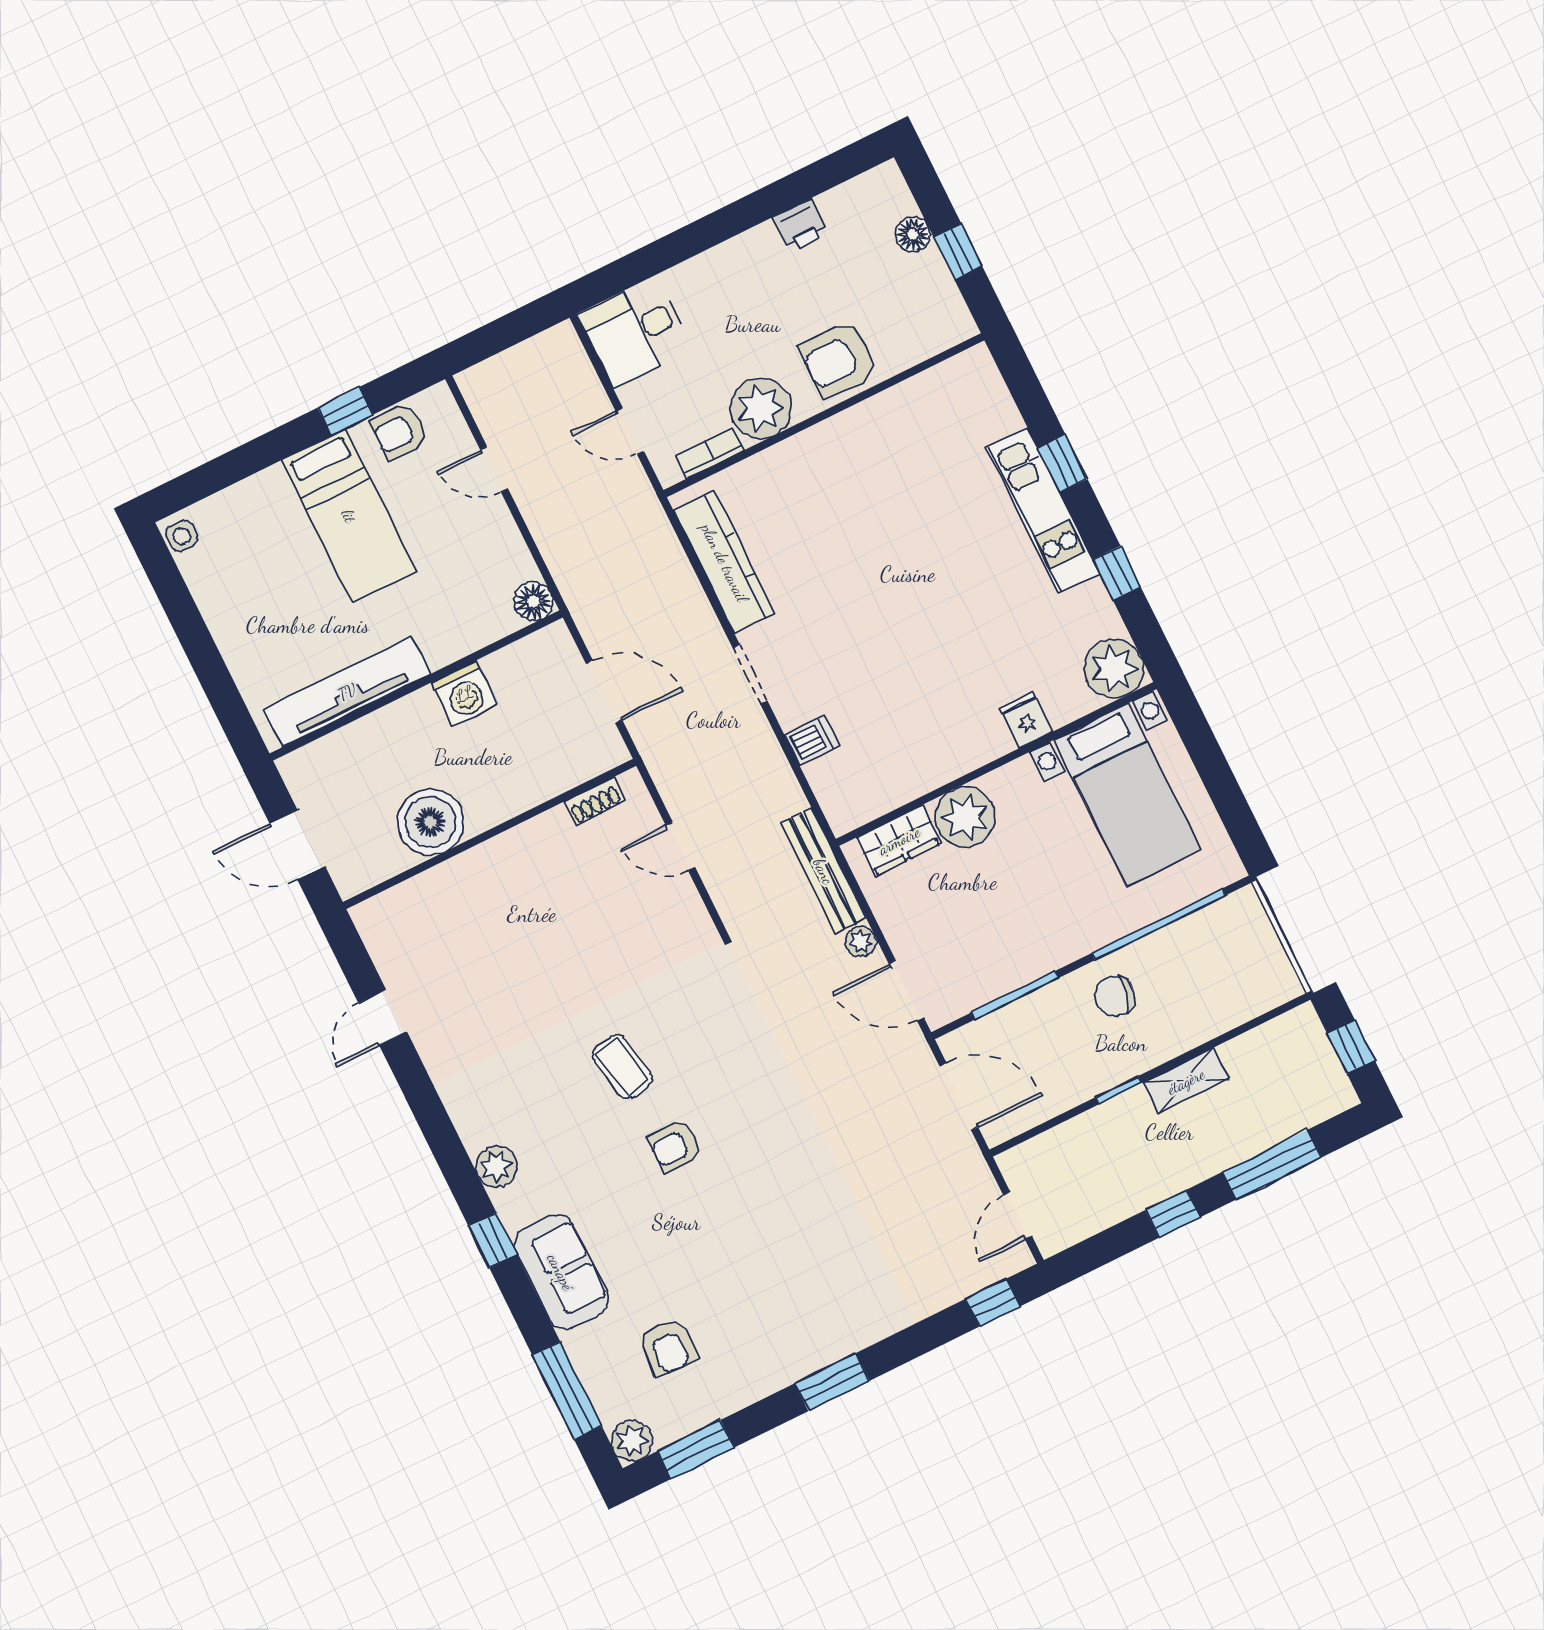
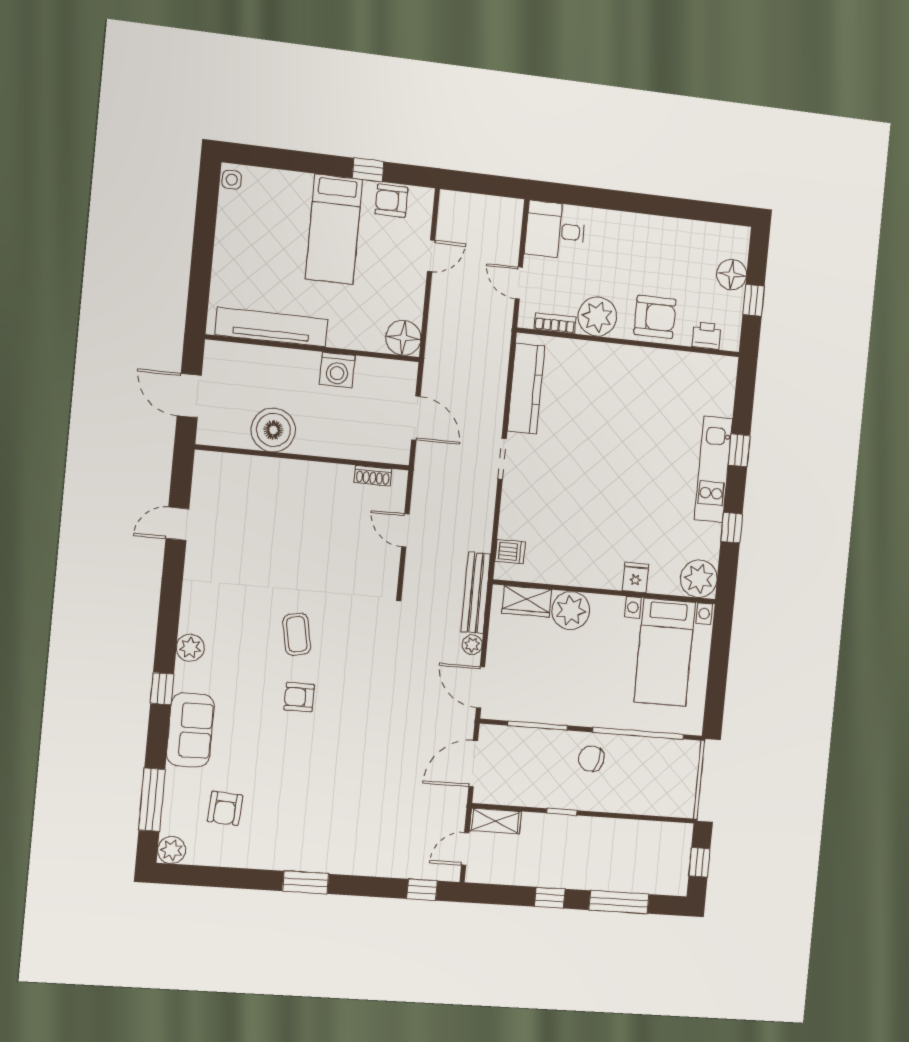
printer: (800, 225) -> (706, 336), moved, turned 180
floor lamp: (913, 234) -> (732, 274), width x1.38, depth x1.38
armchair: (838, 359) -> (655, 317), turned 180
door: (494, 469) -> (431, 256), swing flipped
floor lamp: (534, 602) -> (403, 338), width x1.38, depth x1.38
dishwasher: (812, 741) -> (510, 552), moved
shelving: (1186, 1081) -> (495, 821), moved
door: (959, 1097) -> (473, 764), swing flipped
window: (696, 1449) -> (205, 876), removed

